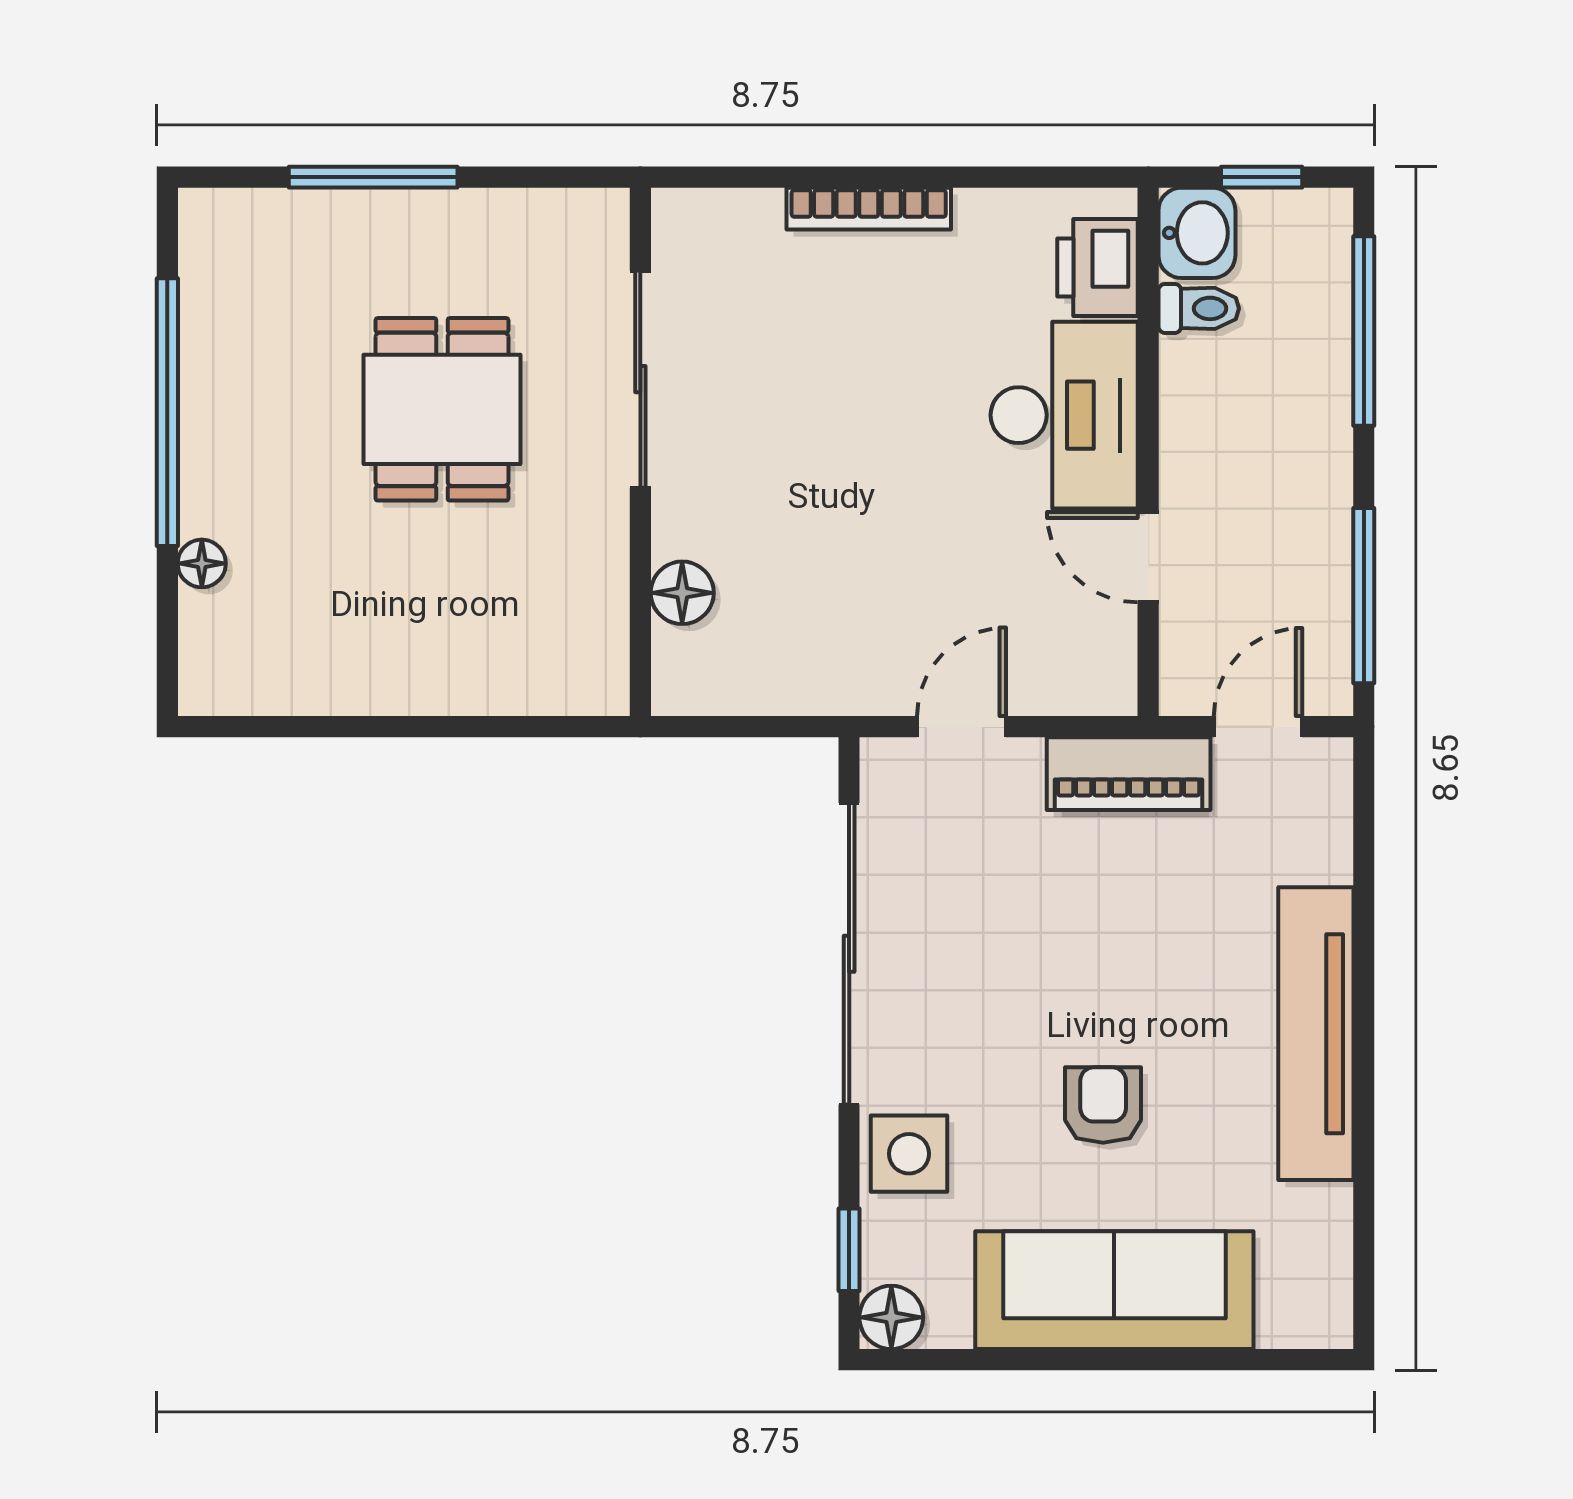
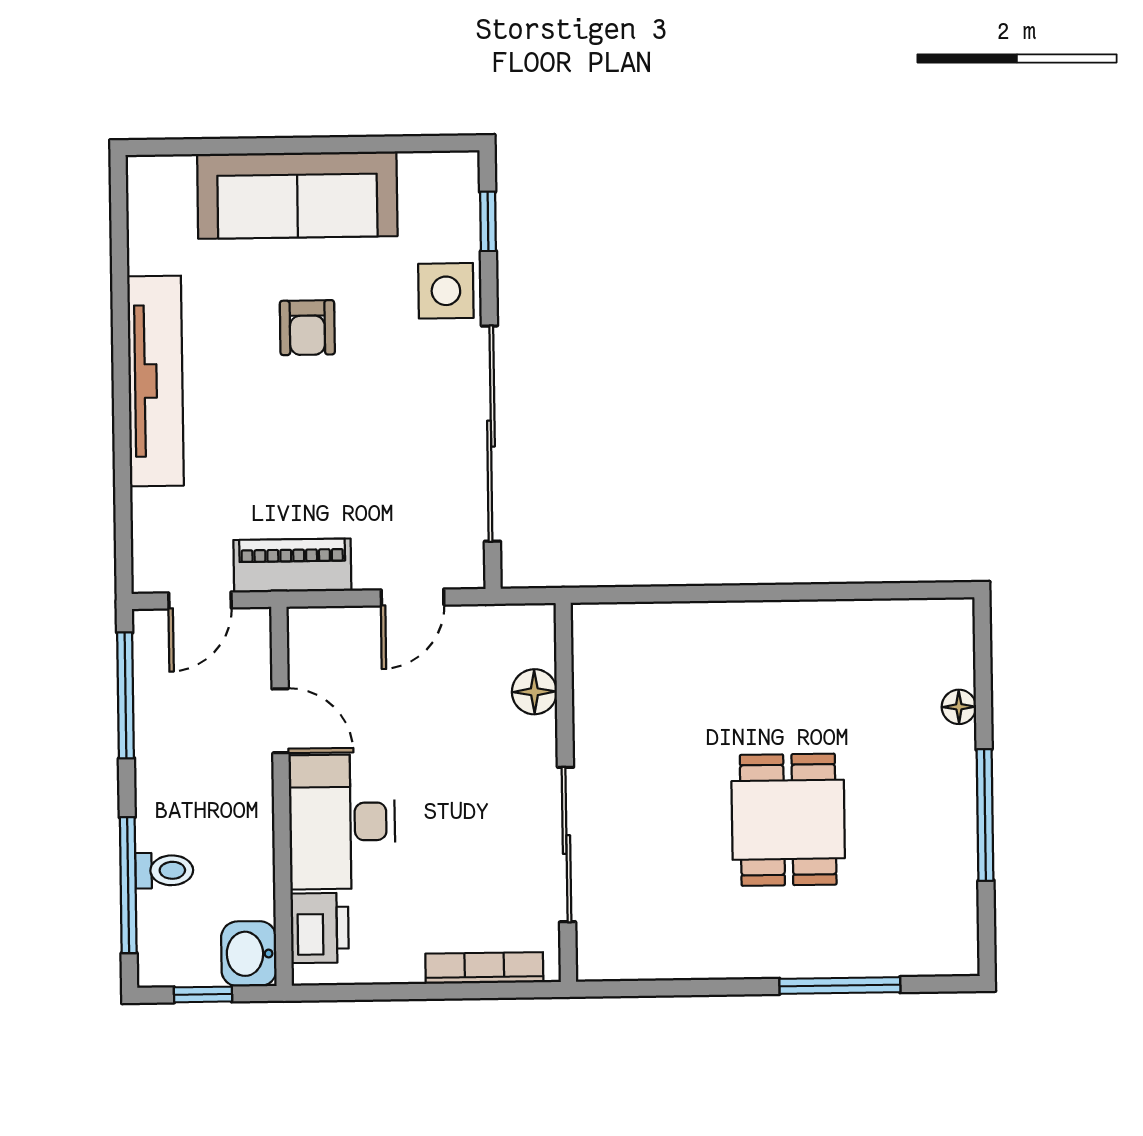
toilet: (1199, 308) -> (164, 870), moved, turned 180
sliding door: (640, 379) -> (567, 845), moved
window: (167, 412) -> (985, 815), width x0.68
wall: (640, 452) -> (566, 792), moved
floor lamp: (682, 593) -> (534, 692), moved
floor lamp: (891, 1317) -> (457, 173), removed

